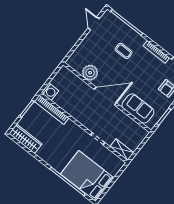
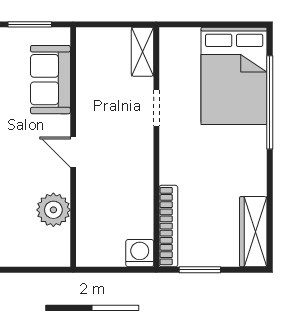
door: (105, 96) -> (73, 152), width x0.53

